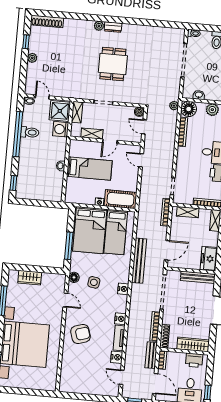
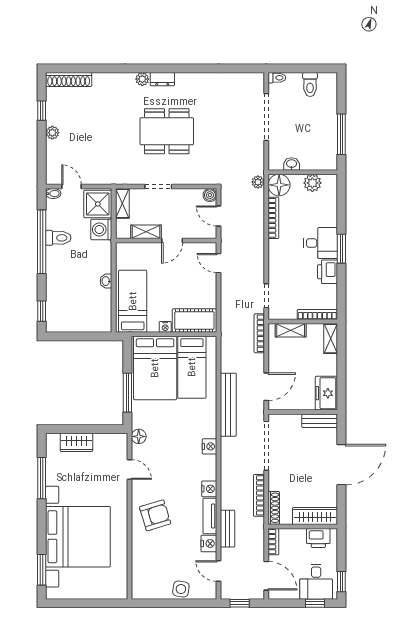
dining table: (113, 64) -> (167, 131), width x1.38
bed: (89, 169) -> (133, 301), moved, turned -90
bench: (198, 277) -> (320, 421), width x0.73
side table: (94, 282) -> (181, 589), moved
bench: (151, 355) -> (228, 529), moved

